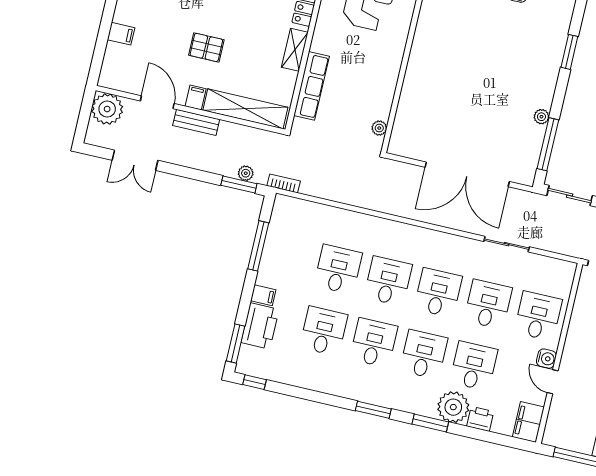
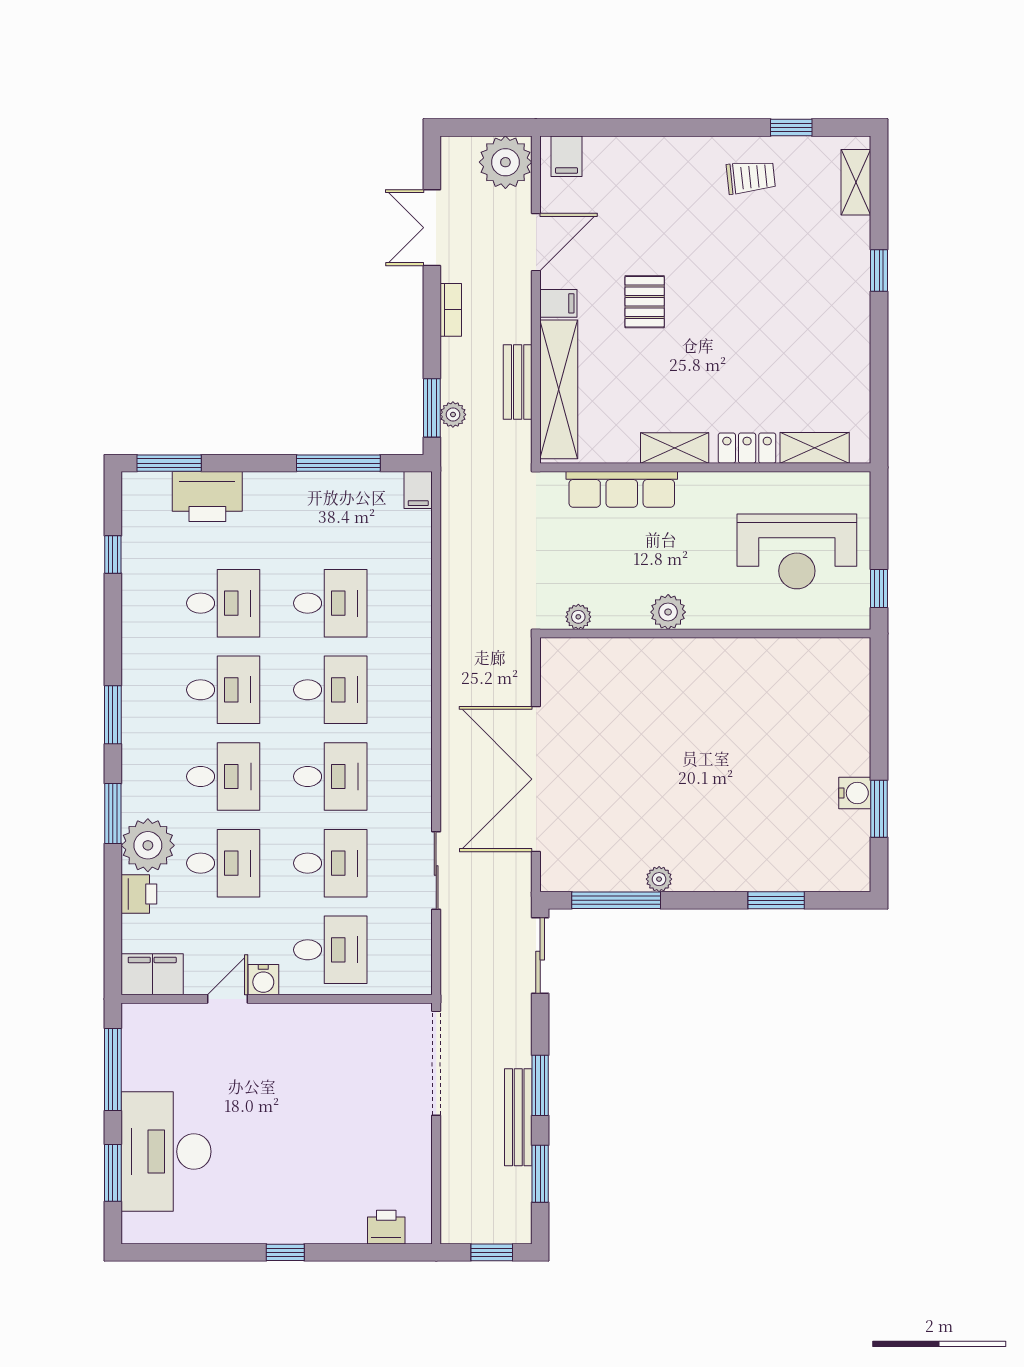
filing cabinet: (121, 34) -> (567, 156), moved
plant: (389, 76) -> (668, 612), added
bench: (196, 122) -> (518, 382), moved
bookcase: (284, 183) -> (451, 310), moved
filing cabinet: (263, 295) -> (418, 490), moved
window: (254, 382) -> (113, 555), moved

